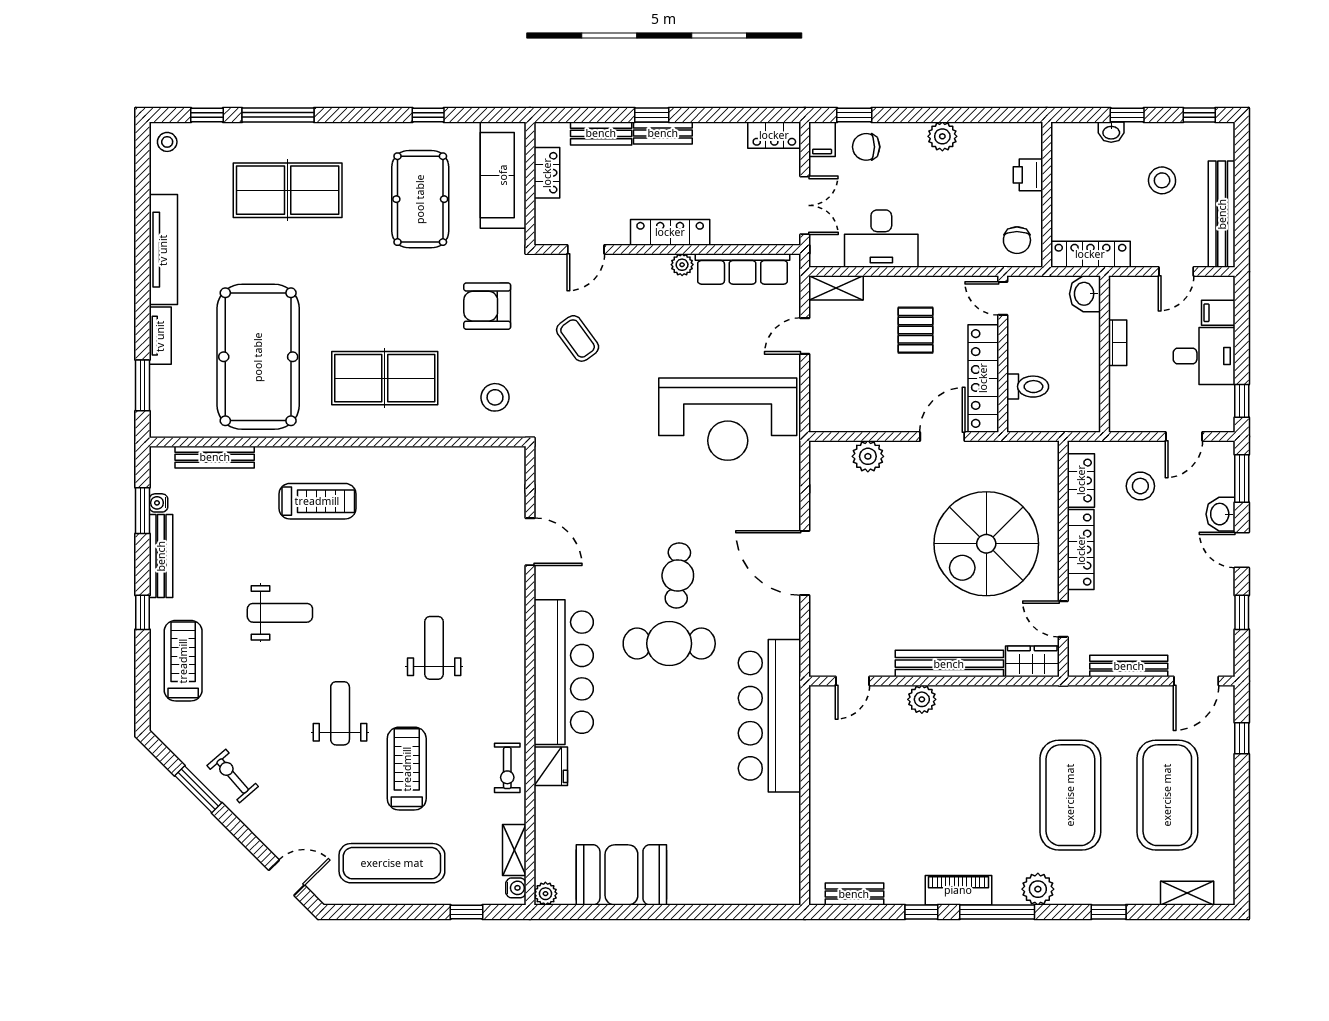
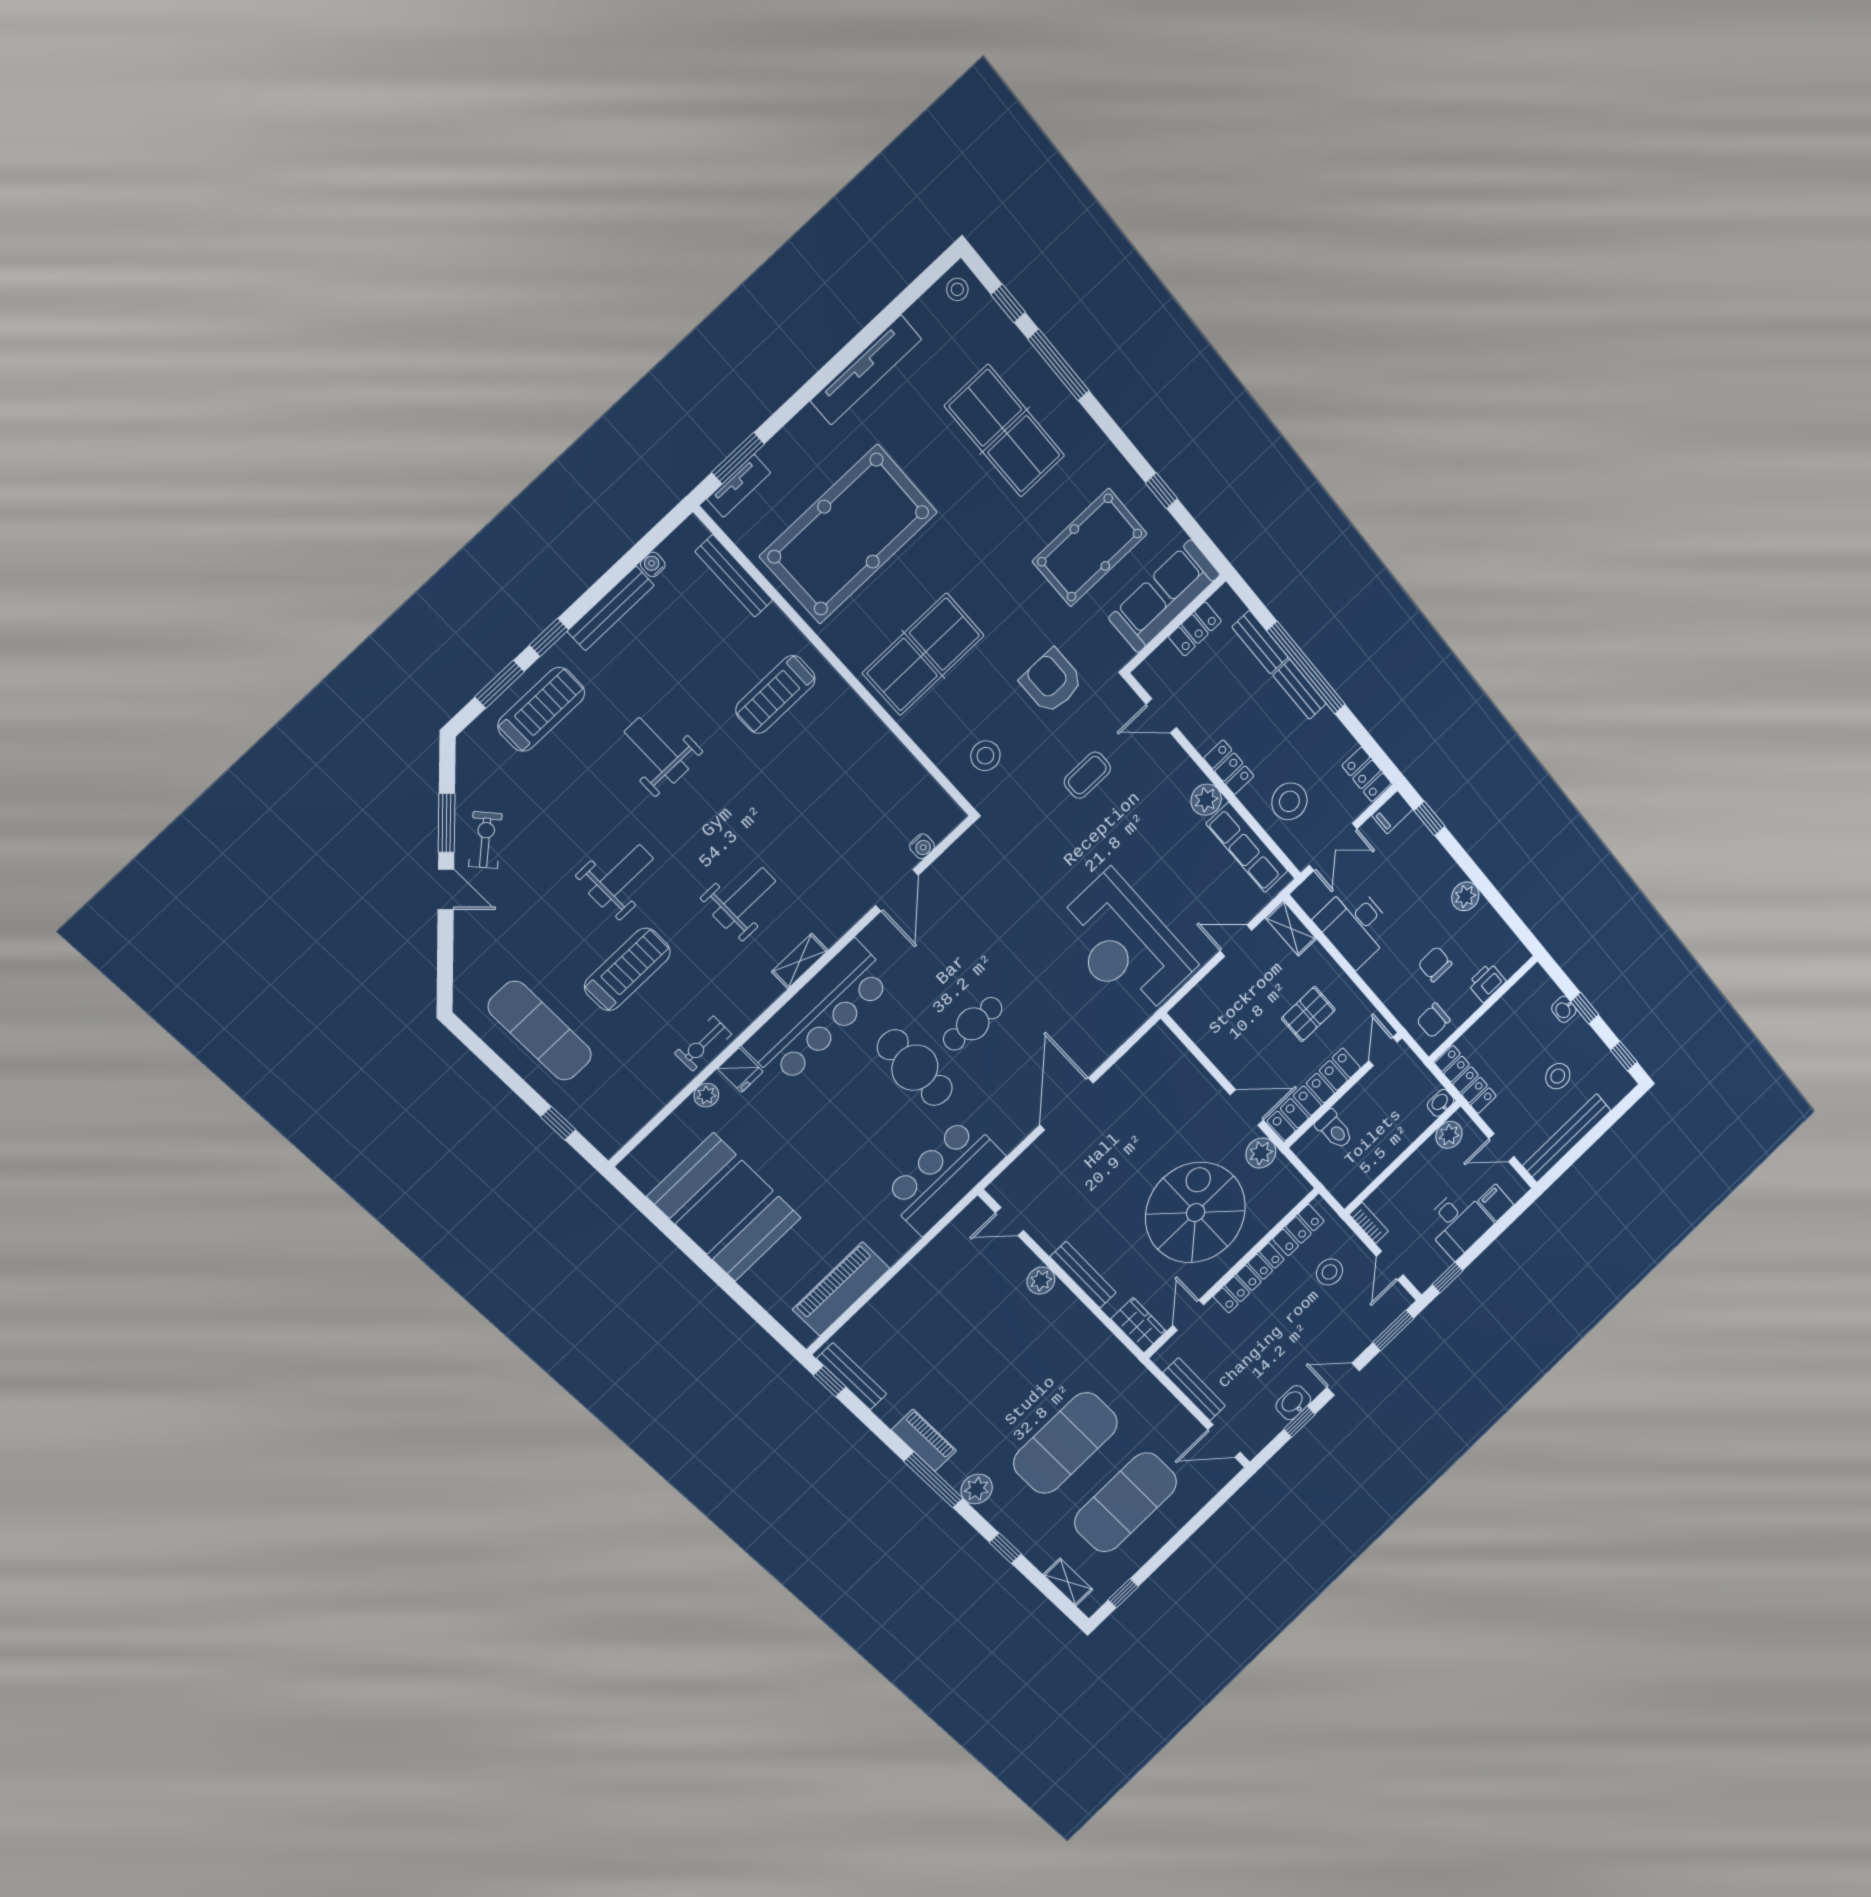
window: (652, 115) -> (1306, 668), width x3.17
chair: (866, 147) -> (1435, 964), moved
stool: (739, 209) -> (1289, 801), added
locker: (670, 232) -> (1229, 767), width x0.66
plant: (682, 265) -> (1206, 800), width x1.38, depth x1.38
washbasin: (1085, 294) -> (1441, 1103), width x0.72, depth x0.69
plant: (1123, 303) -> (1449, 1135), added
tv unit: (160, 336) -> (739, 486), moved
coffee table: (578, 338) -> (1087, 775), turned 36
bookcase: (1118, 343) -> (1369, 1223), moved, turned -90
table tennis table: (385, 378) -> (923, 654), turned 90
door: (1184, 436) -> (1390, 1265), hinge flipped
plant: (868, 456) -> (1261, 1153), moved
treadmill: (317, 501) -> (775, 694), turned 90
window: (142, 511) -> (500, 684), moved
washbasin: (1221, 514) -> (1293, 1403), moved
spiral stairs: (986, 544) -> (1196, 1213), turned 90
door: (1242, 550) -> (1343, 1379), hinge flipped
weight bench: (280, 613) -> (656, 751), turned 180
bench: (949, 664) -> (1083, 1275), width x0.73, depth x0.82
bar counter: (770, 716) -> (944, 1176), width x0.73
window: (1242, 738) -> (1123, 1593), moved
fridge: (551, 766) -> (740, 1070), width x0.72
piano: (780, 841) -> (841, 1289), added
shelving: (514, 850) -> (800, 961), moved
booth: (621, 875) -> (724, 1207), width x1.36, depth x1.42
door: (287, 878) -> (446, 890), moved
water cooler: (516, 888) -> (922, 846), moved
plant: (545, 894) -> (706, 1095), moved
bench: (854, 894) -> (852, 1376), width x1.36
window: (921, 912) -> (830, 1381), moved

